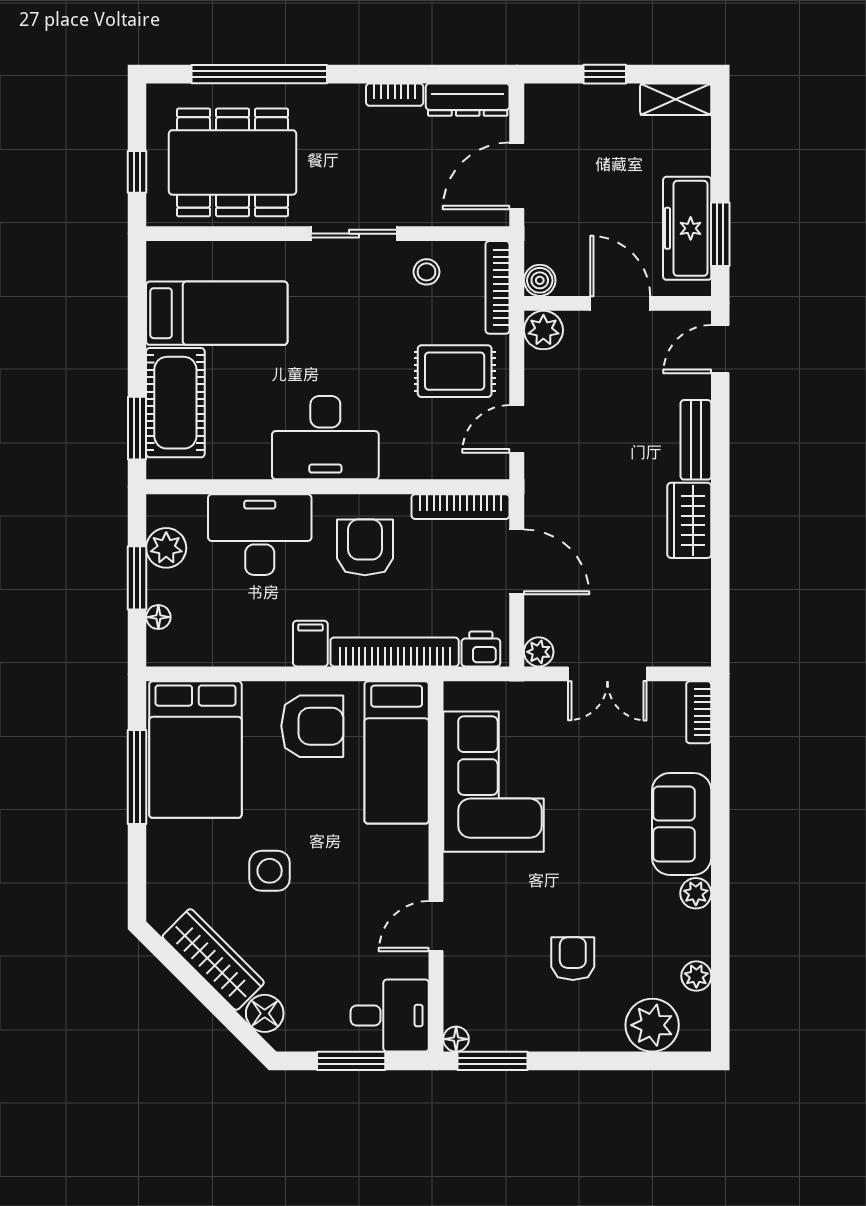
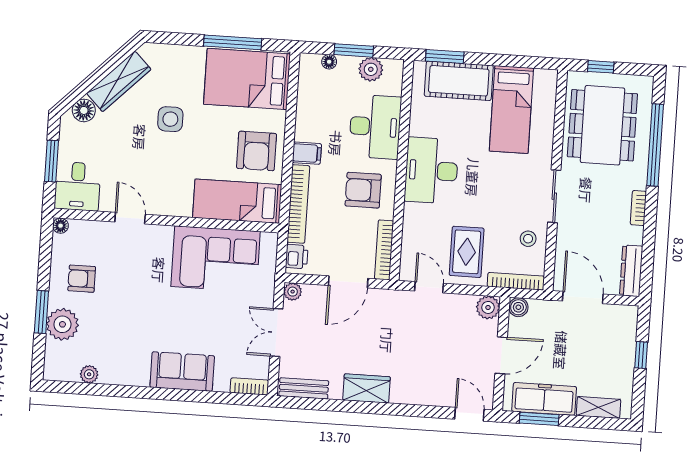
bookcase: (395, 95) -> (638, 208), moved
shelving: (676, 99) -> (599, 407), moved, turned 90
bench: (696, 440) -> (304, 388), moved
armchair: (365, 547) -> (363, 190), turned 180
plant: (696, 893) -> (139, 377), removed
armchair: (573, 959) -> (82, 279), moved, turned 180
plant: (652, 1025) -> (62, 324), moved
window: (493, 1061) -> (41, 312), moved

